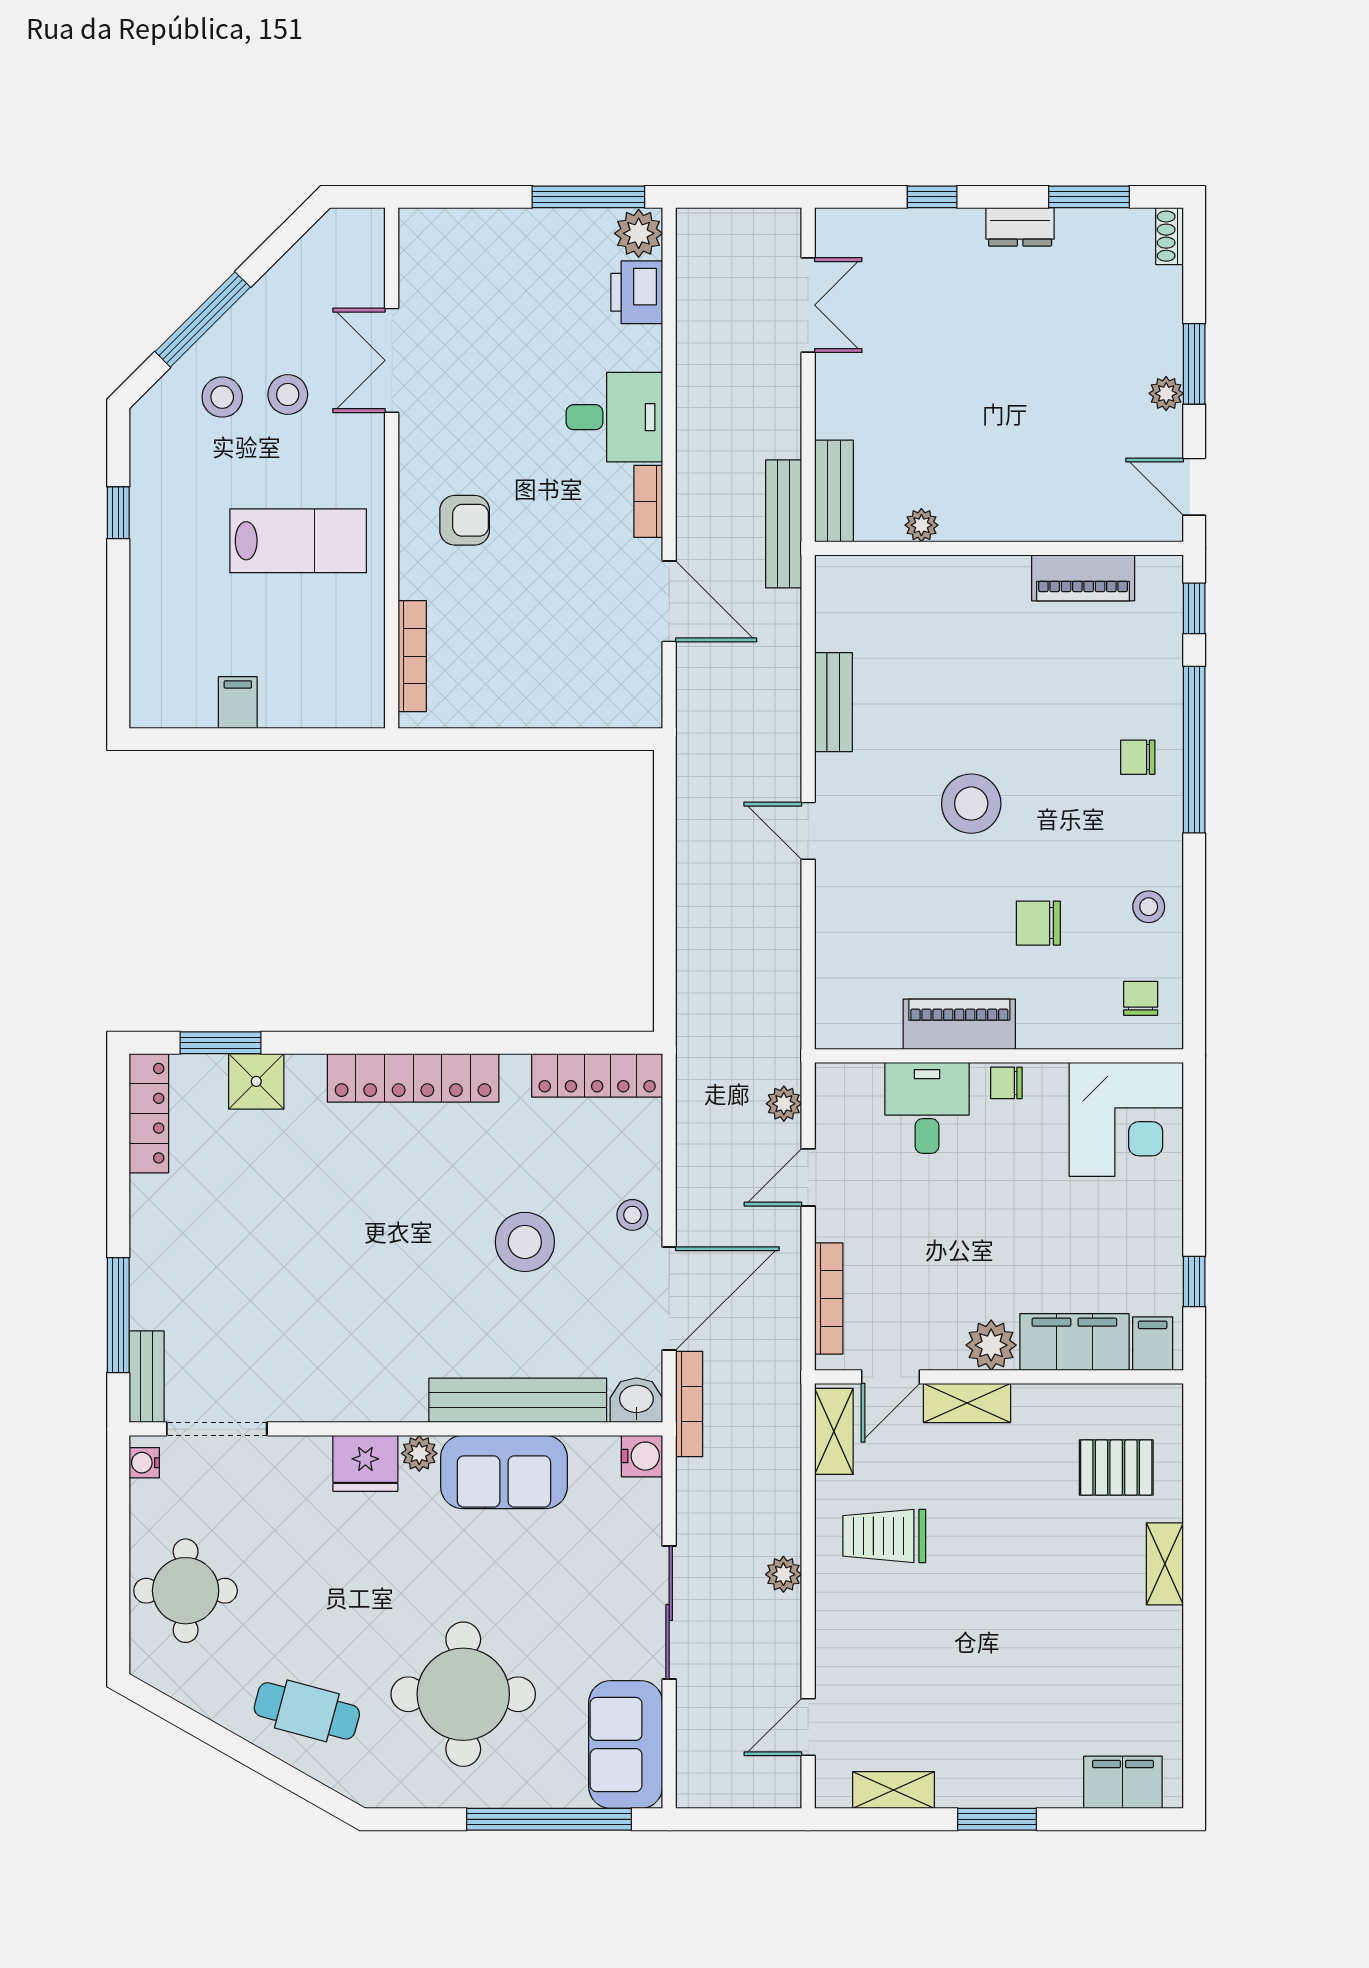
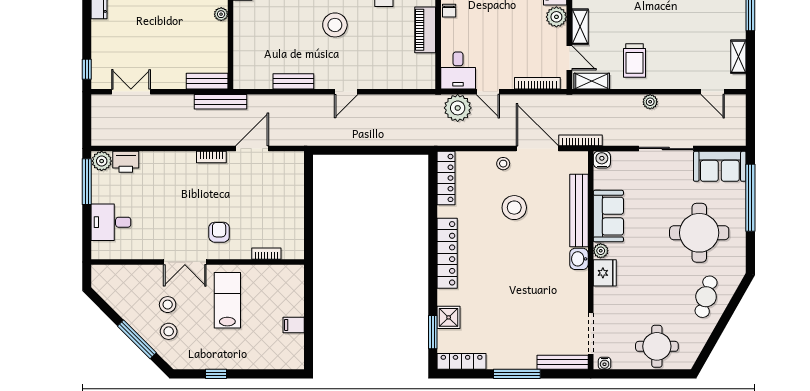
window: (932, 197) -> (87, 69), moved
double door: (392, 360) -> (185, 262), moved
desk: (614, 417) -> (111, 222), moved, turned -90
plant: (921, 525) -> (221, 14), moved
bookcase: (412, 656) -> (266, 254), width x0.64
plant: (784, 1104) -> (458, 108), width x1.87, depth x1.87
desk: (927, 1108) -> (458, 70), moved, turned -90
window: (118, 1315) -> (517, 374), moved
bench: (147, 1377) -> (563, 362), width x1.36
washbasin: (636, 1400) -> (579, 259), moved

